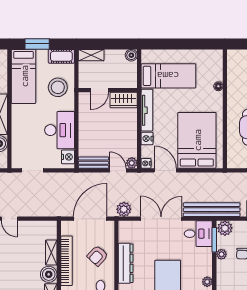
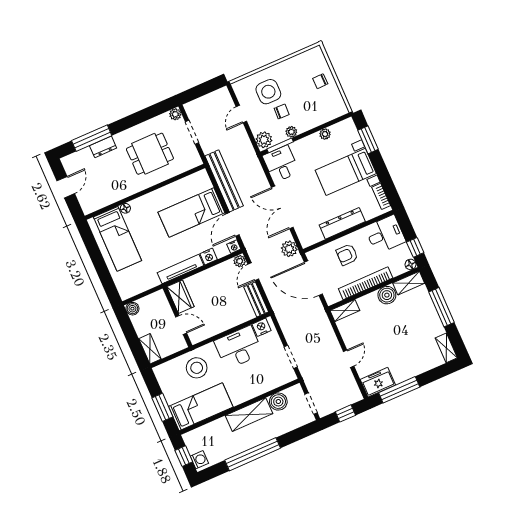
cot: (61, 56) -> (164, 378), removed
bed: (168, 76) -> (117, 239), moved, turned 180
bed: (197, 140) -> (191, 212), width x0.67
bench: (212, 210) -> (224, 181), moved
shelving: (51, 253) -> (345, 311), moved
armchair: (97, 256) -> (347, 255), turned 137

